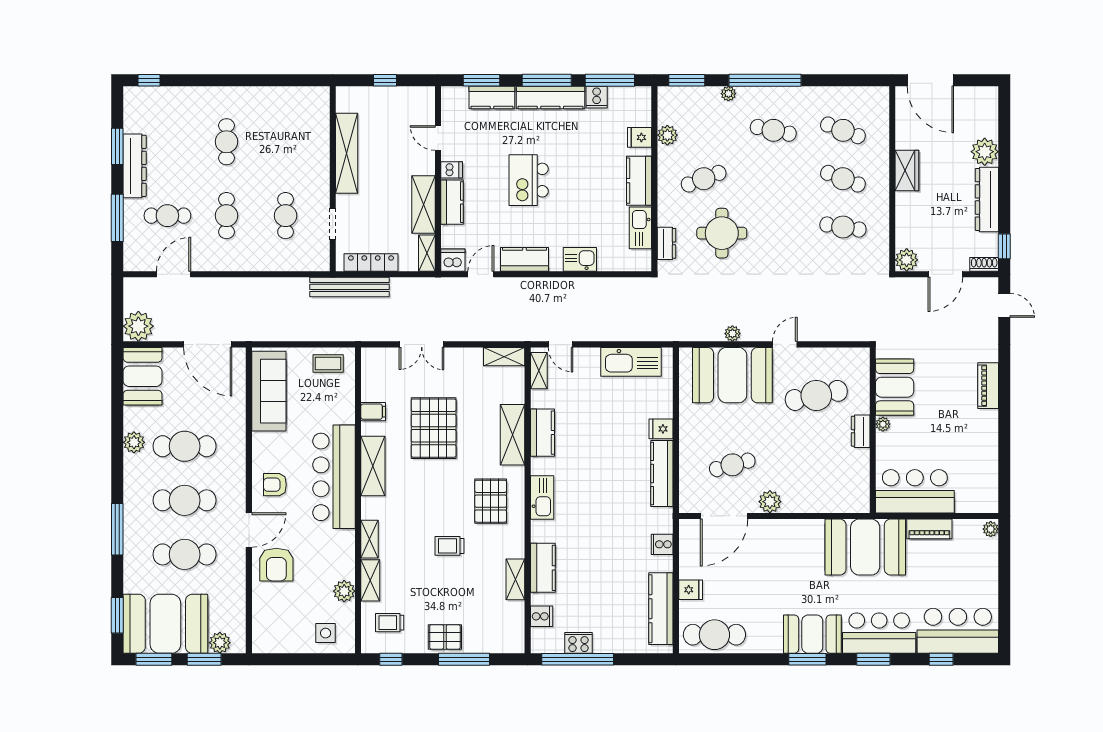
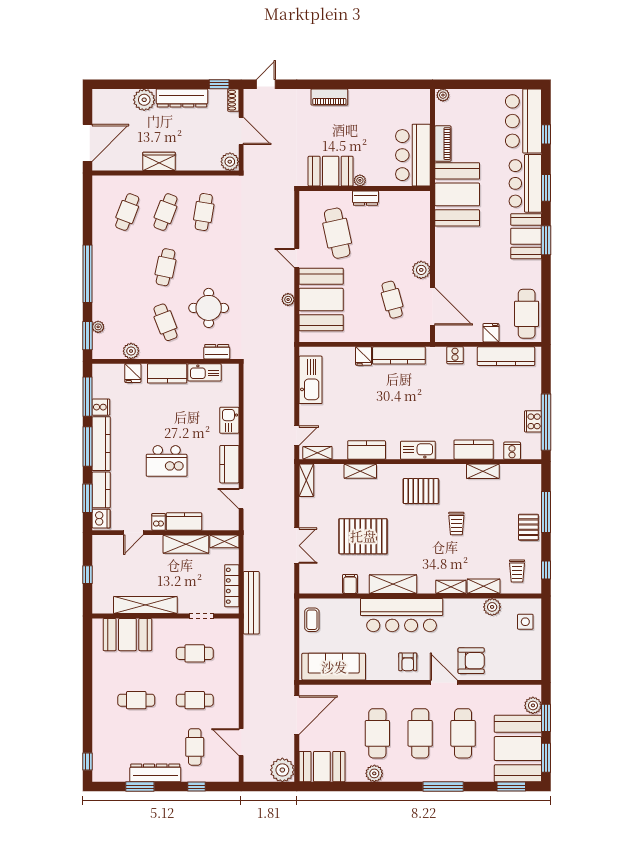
plant: (728, 94) -> (98, 327), moved
cafe table: (773, 130) -> (165, 267), moved
booth: (309, 131) -> (127, 635), added
window: (117, 218) -> (196, 787), width x0.46
dishwasher: (453, 260) -> (101, 519), moved, turned 180
shelving: (513, 435) -> (360, 471), width x0.67, depth x0.75

